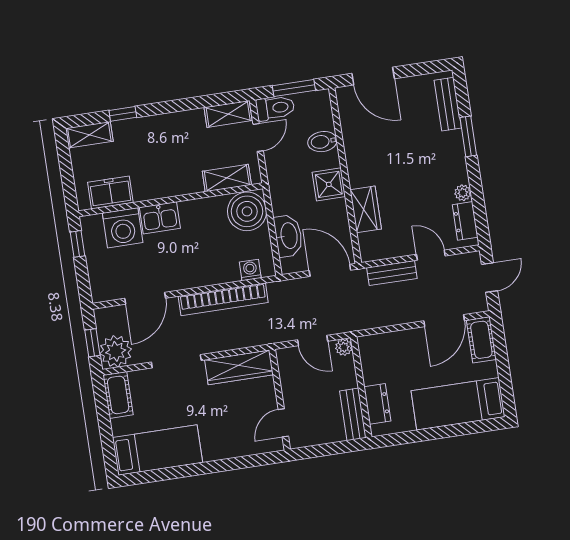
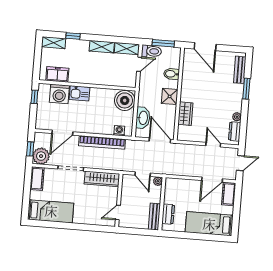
shelving: (227, 178) -> (102, 47), moved
bench: (392, 273) -> (191, 149), removed

